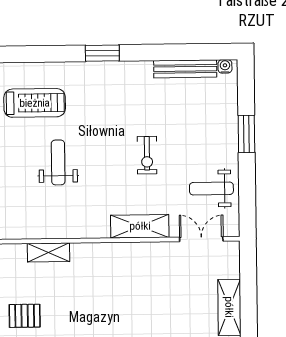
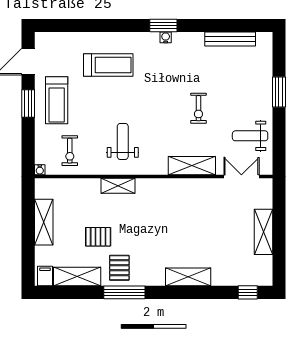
water cooler: (225, 66) -> (166, 37), moved
weight bench: (58, 162) -> (123, 141), moved

